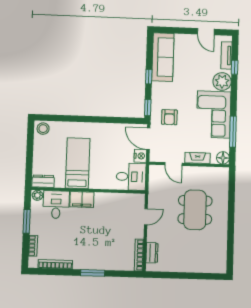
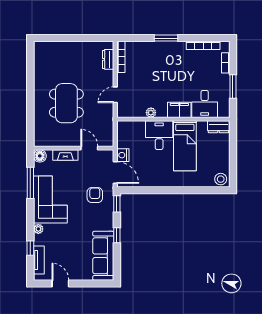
plant: (222, 81) -> (38, 229), width x0.53, depth x0.53
desk: (131, 177) -> (159, 135), moved, turned 90
plant: (37, 195) -> (151, 113), moved

